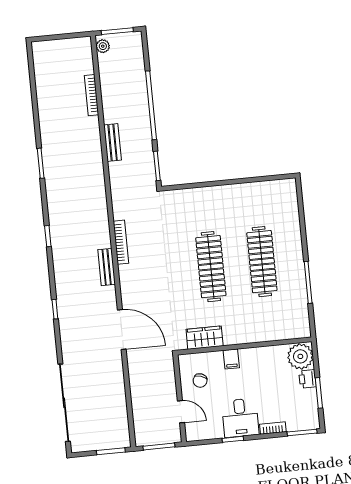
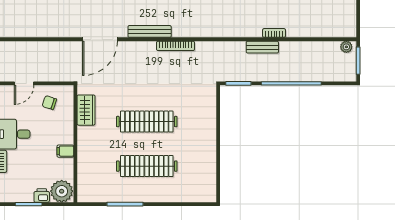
bookcase: (91, 95) -> (274, 33), moved, width x0.64
bench: (107, 267) -> (150, 31), width x1.36
filing cabinet: (231, 359) -> (65, 151), moved

